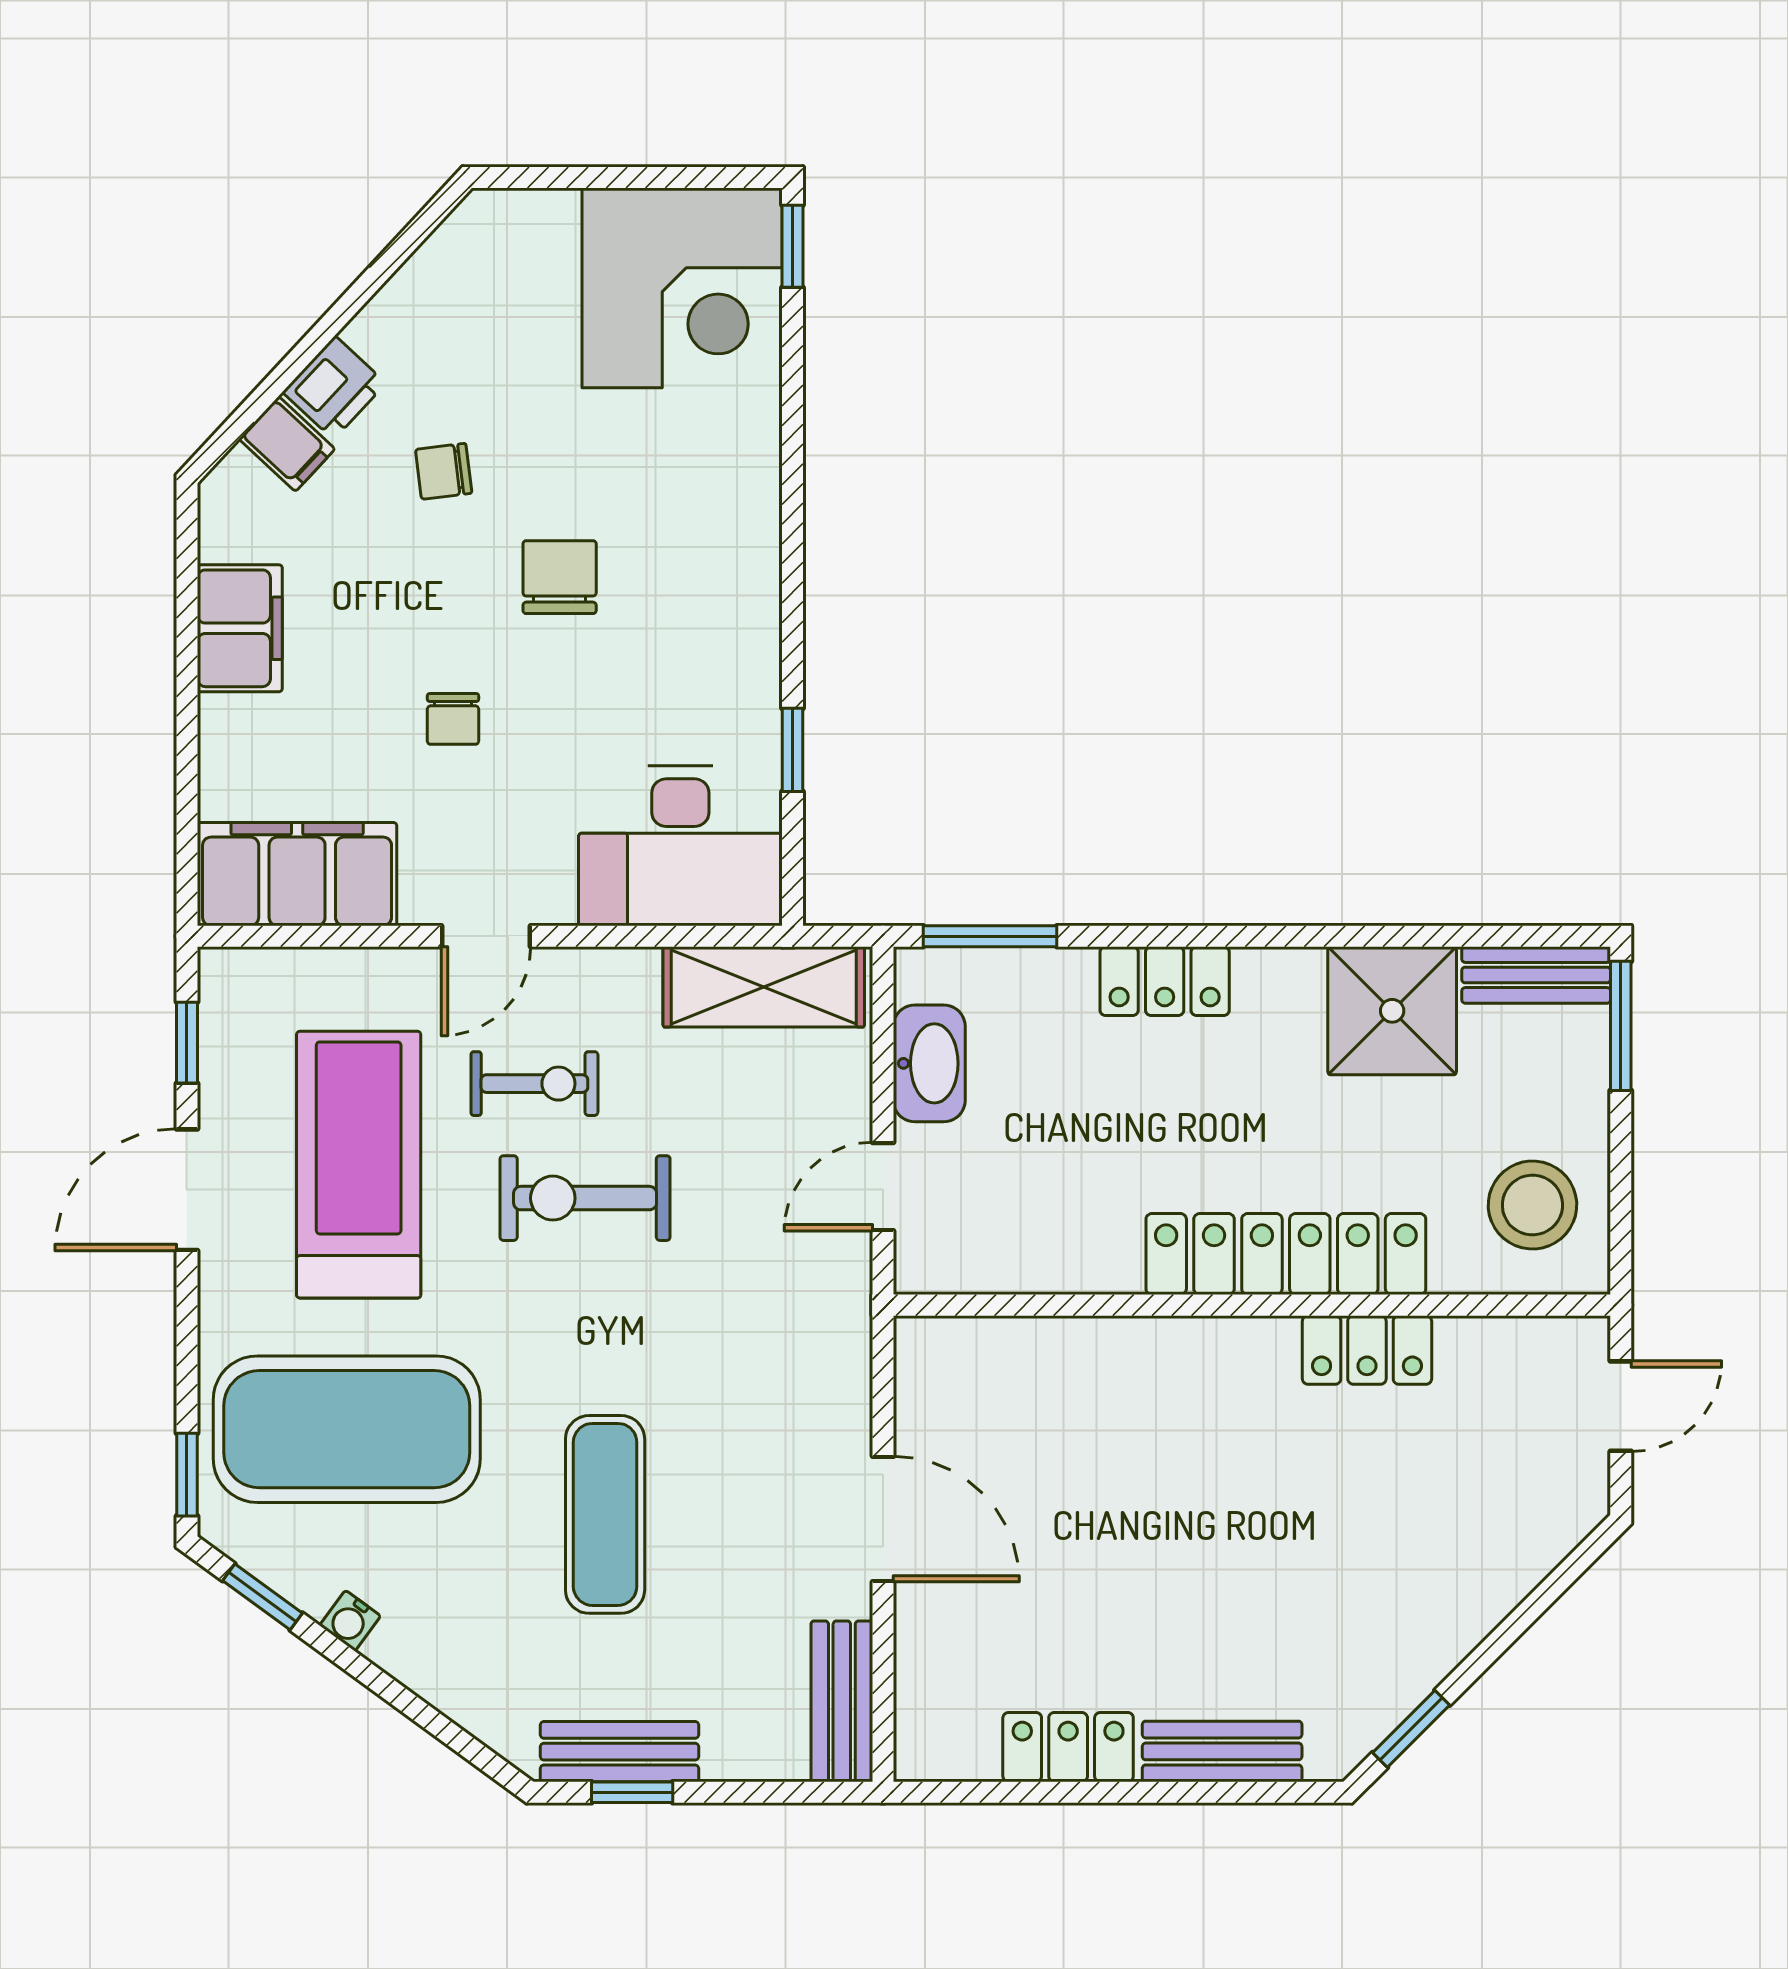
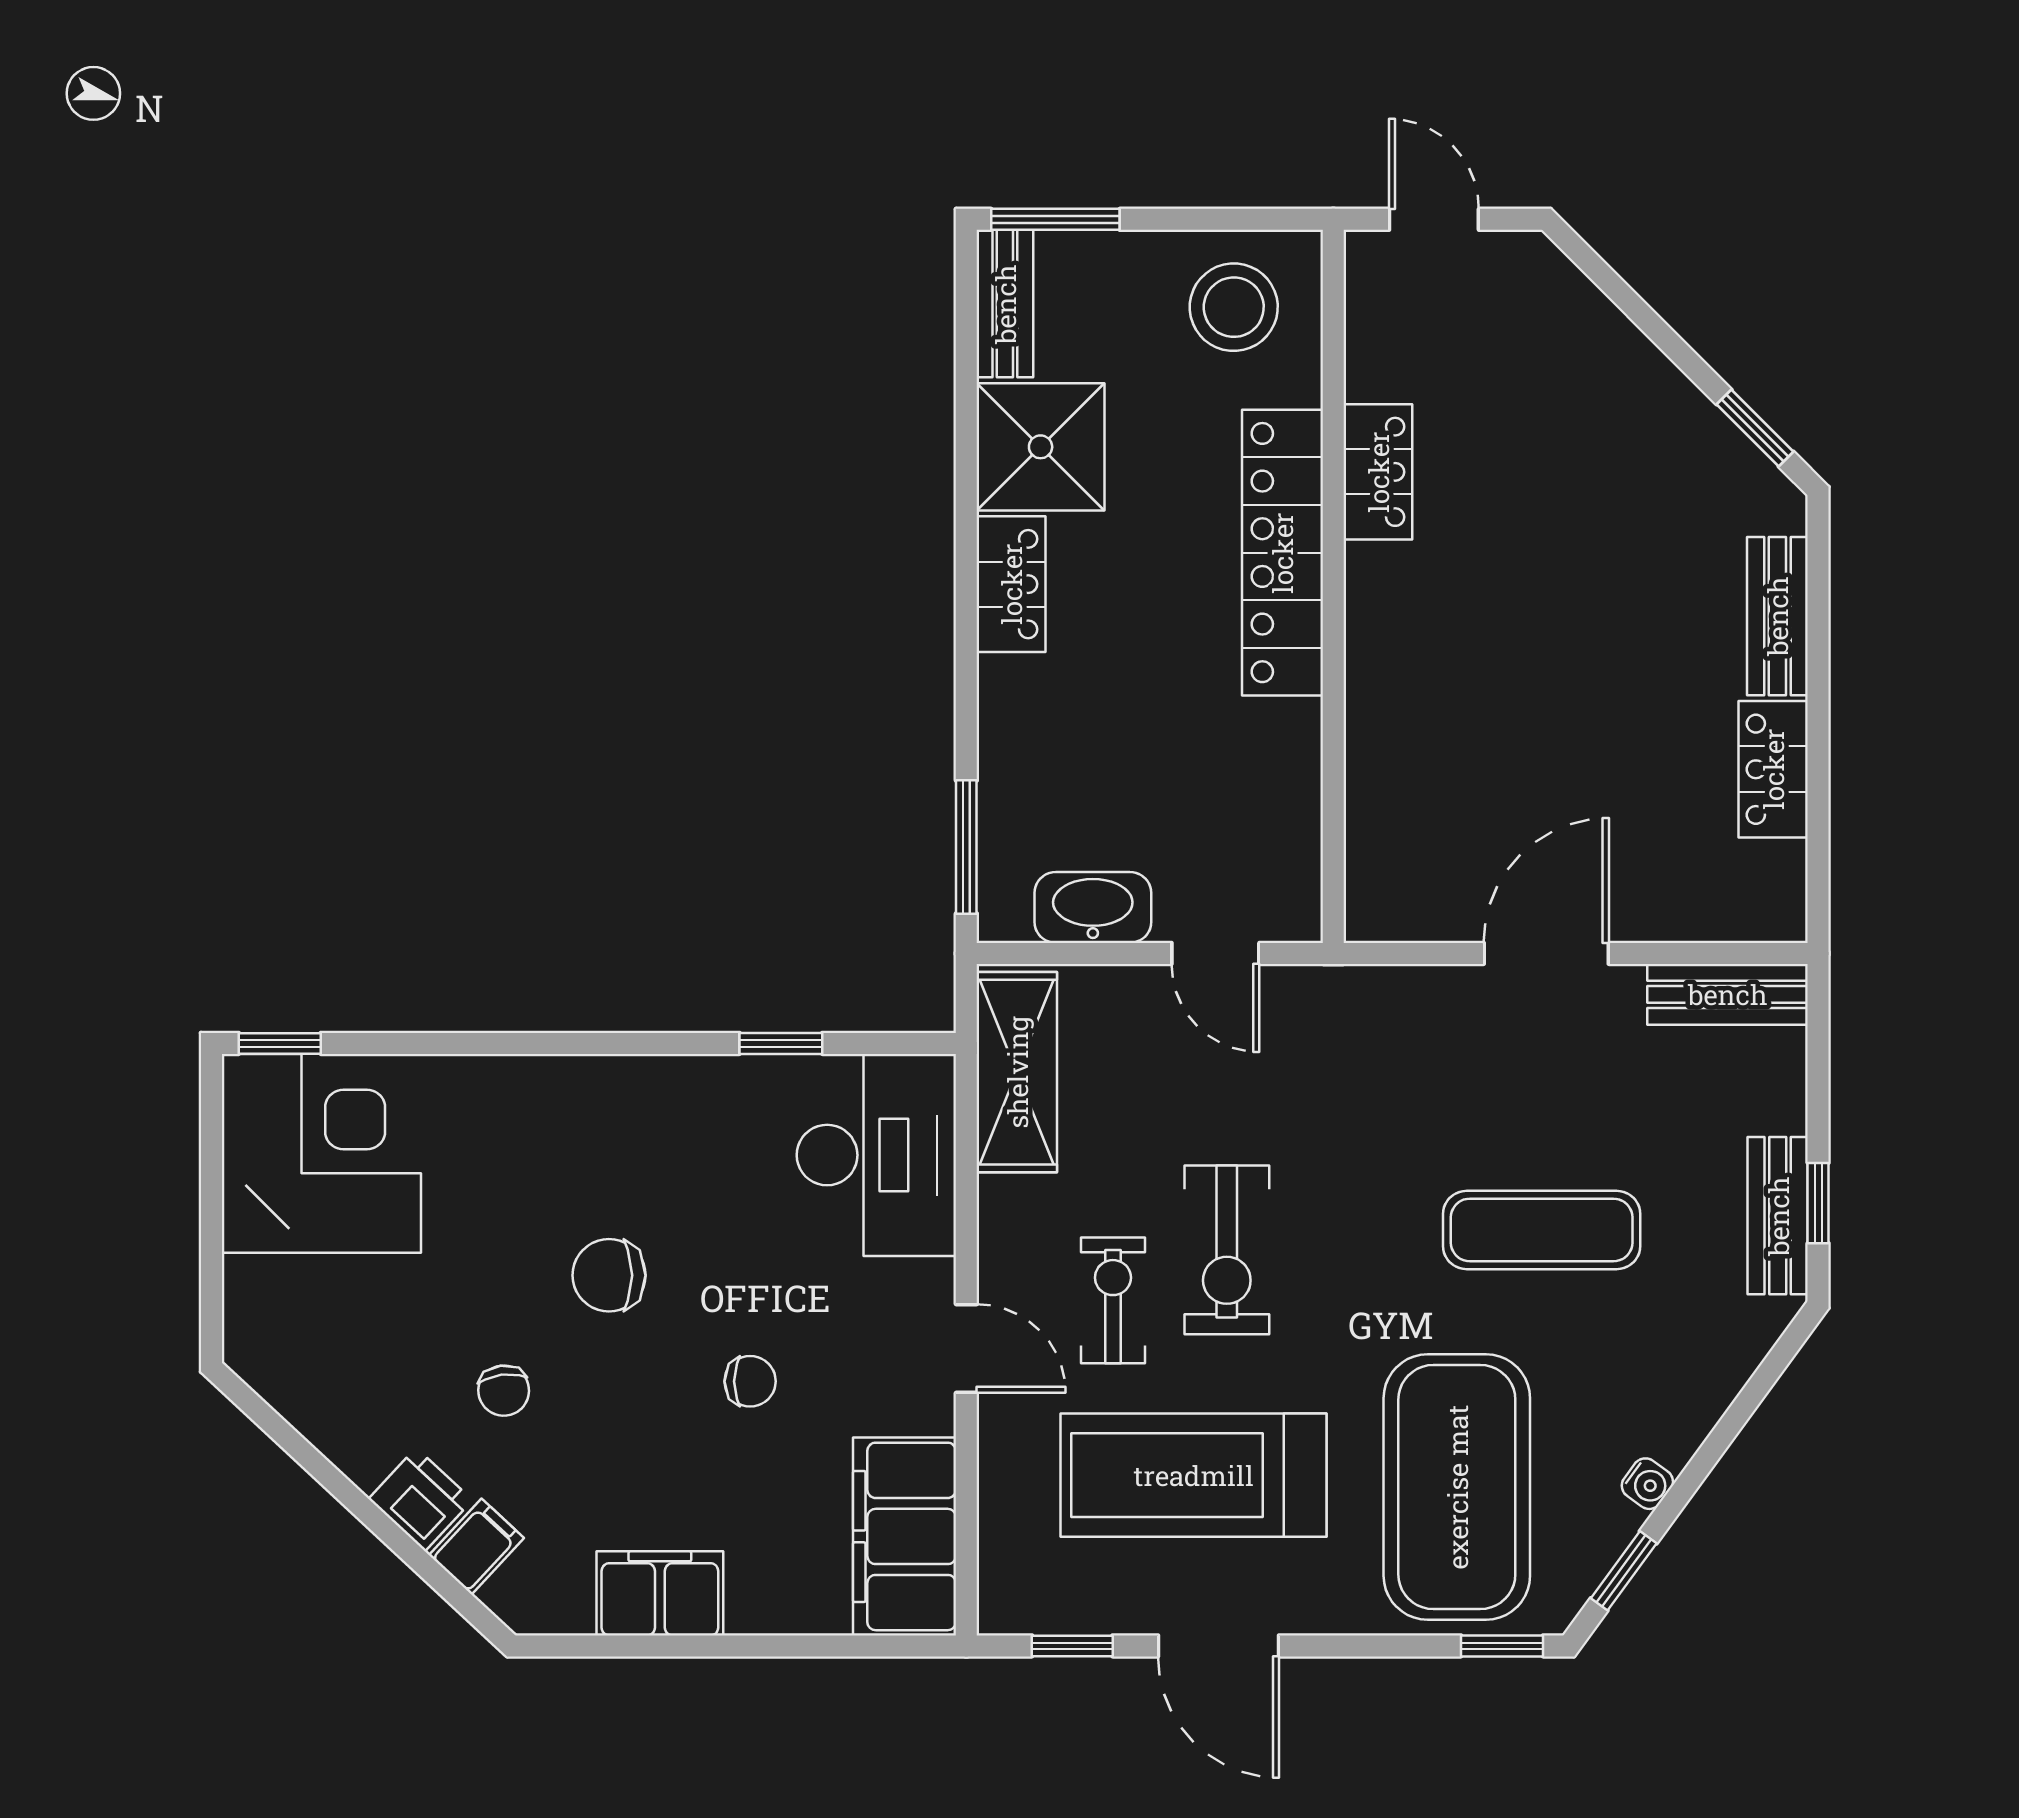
locker: (1165, 981) -> (1011, 584), moved

